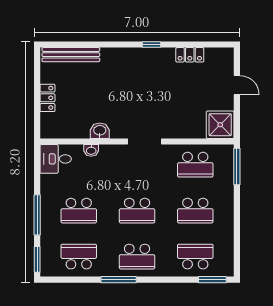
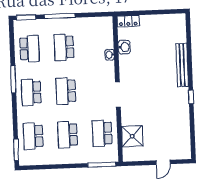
bench: (71, 55) -> (182, 65), moved
locker: (190, 55) -> (184, 126), removed
locker: (47, 98) -> (128, 21), moved
shower: (220, 125) -> (132, 136), moved
washbasin: (100, 131) -> (124, 47), moved
desk: (56, 159) -> (102, 28), removed
school desk: (195, 257) -> (33, 136), turned 180

